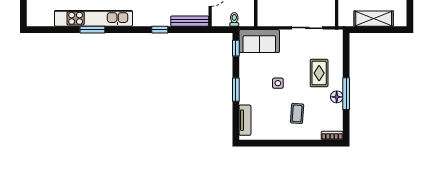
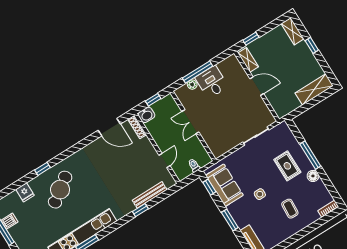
shelving: (374, 19) -> (314, 89), moved
bench: (190, 21) -> (150, 195), moved
sofa: (259, 41) -> (224, 185), moved, turned -90
window: (346, 94) -> (310, 155), moved

